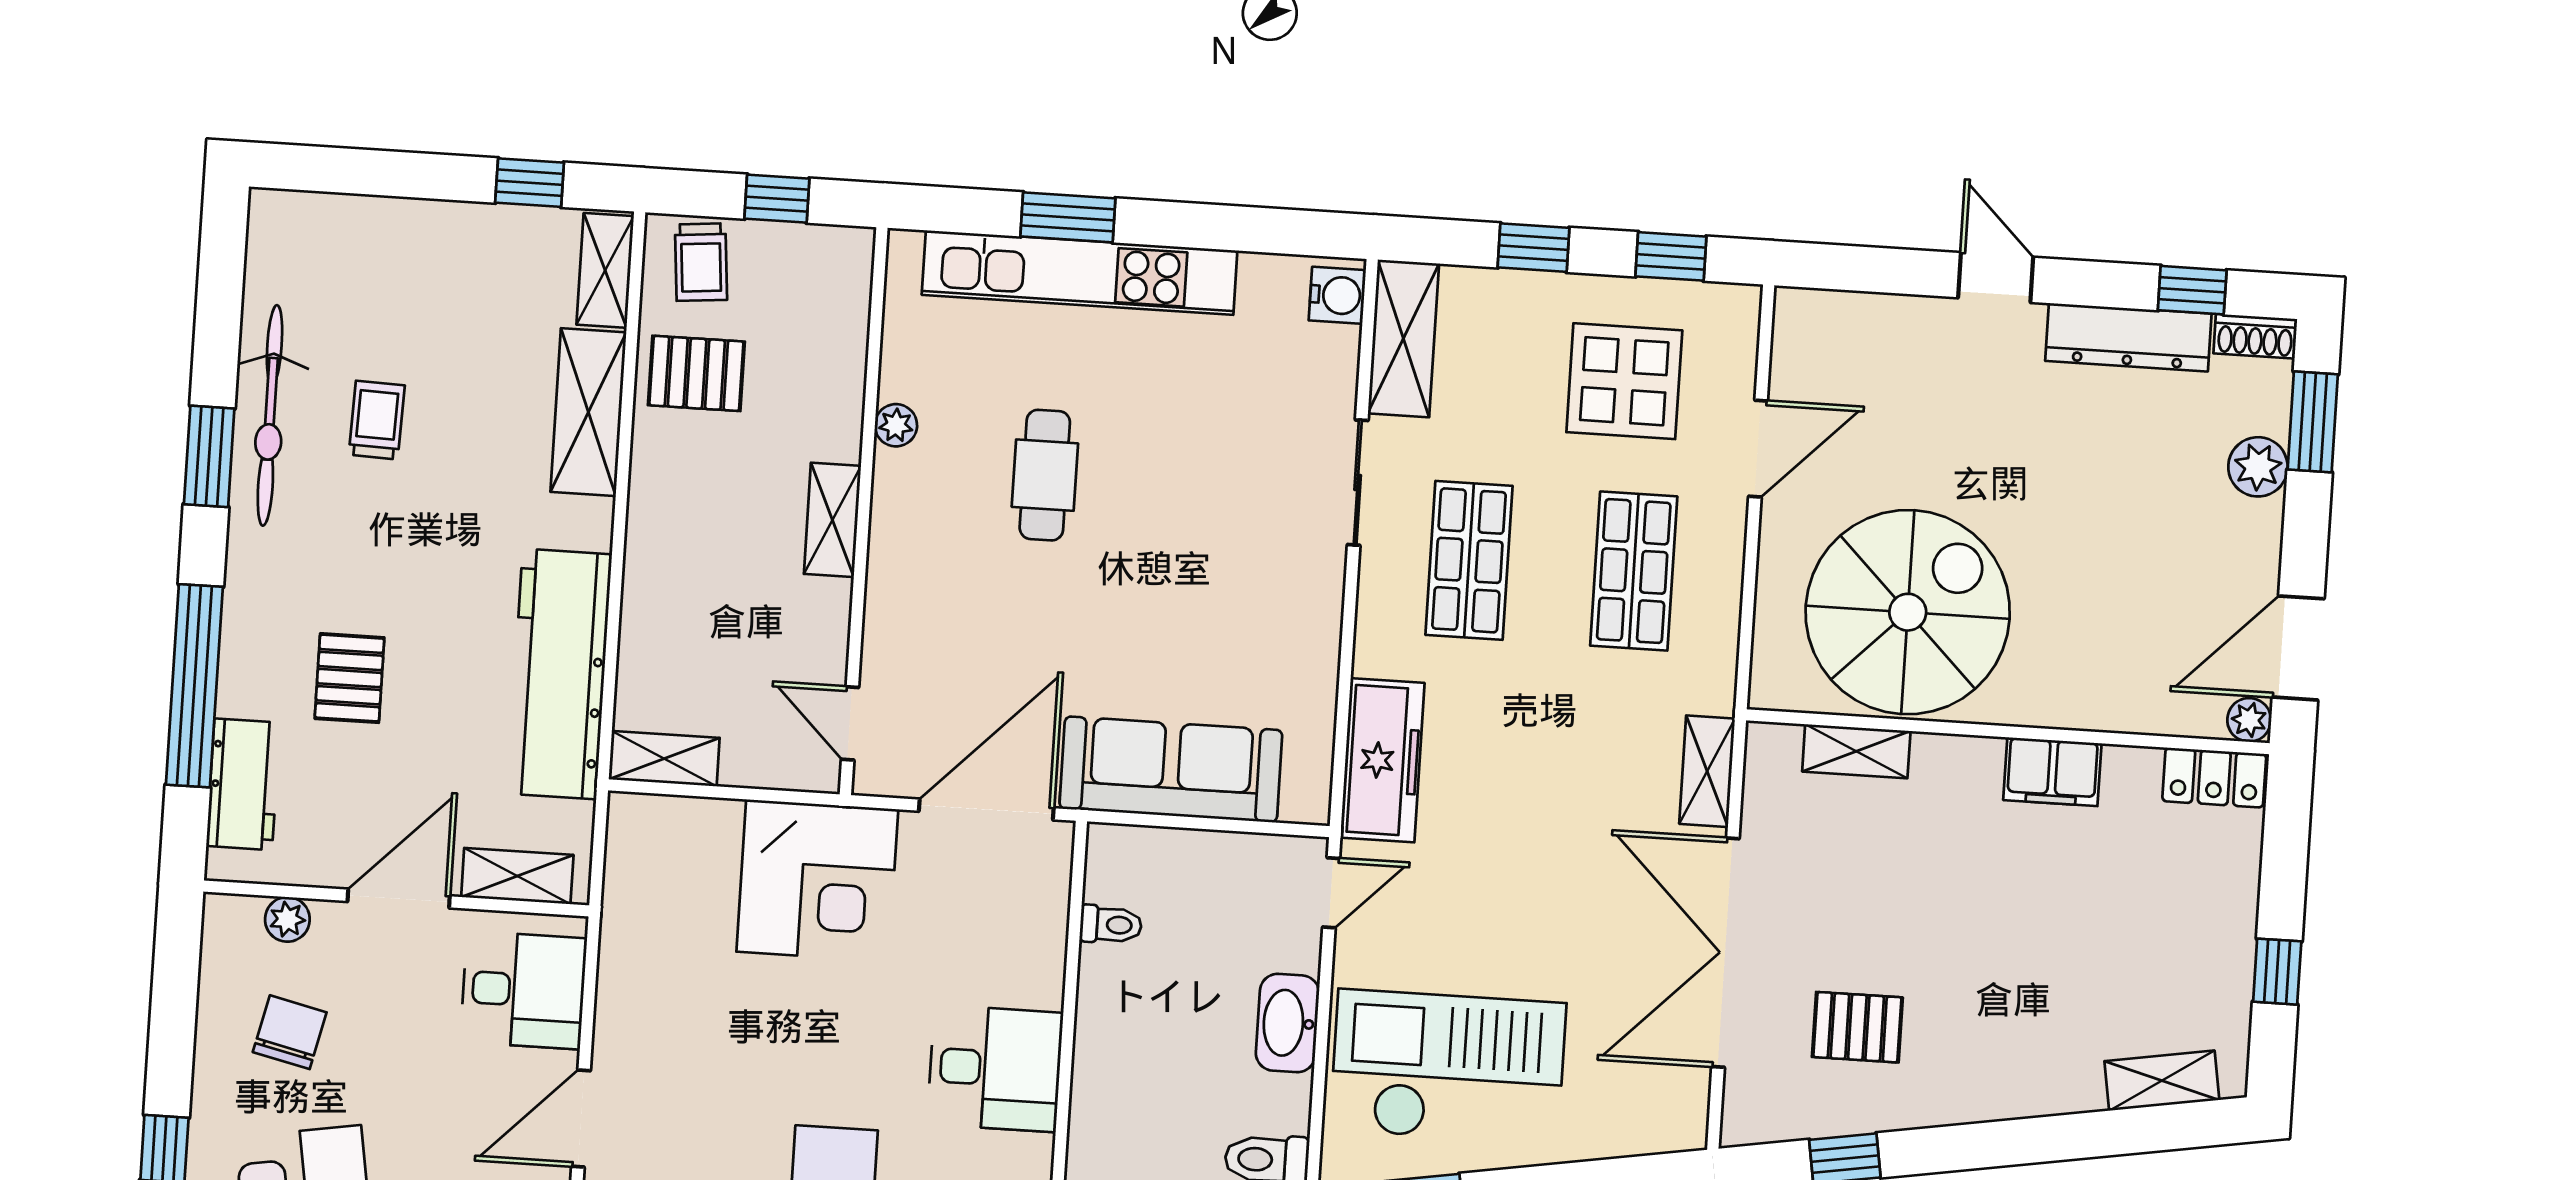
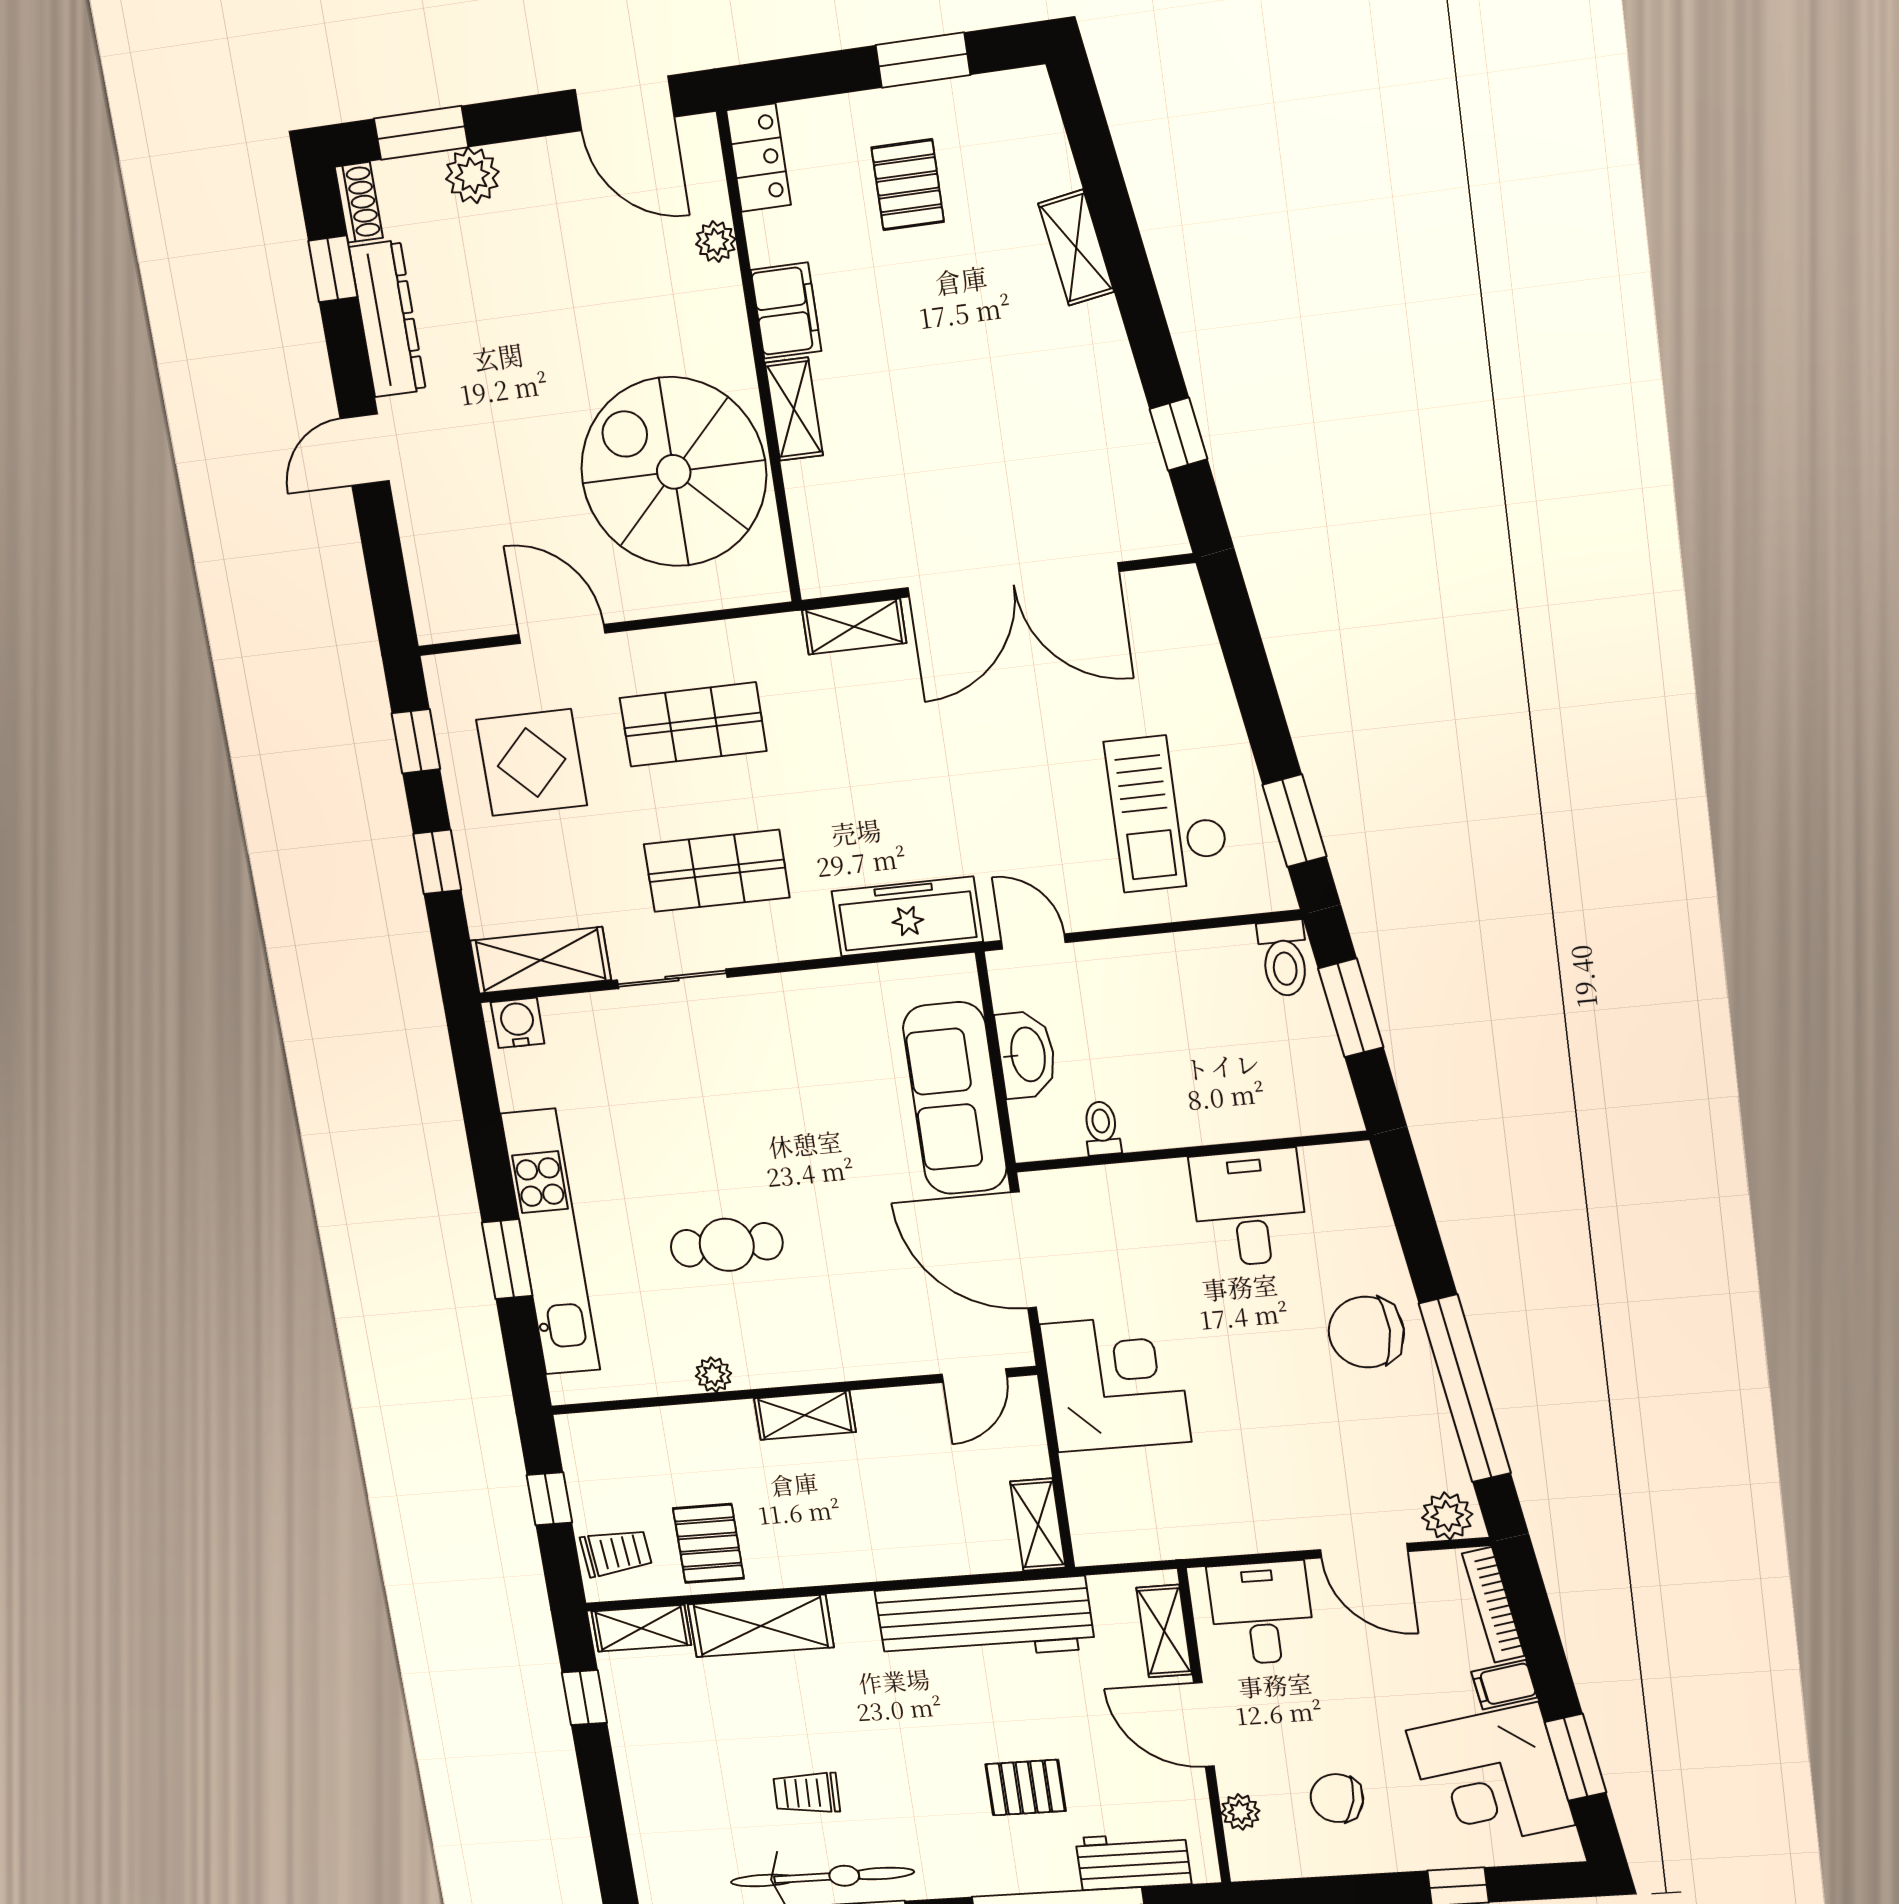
plant: (2249, 720) -> (716, 242), moved
shelving: (1856, 751) -> (794, 409), moved
window: (2277, 972) -> (923, 60), width x1.50
washbasin: (1288, 1023) -> (1026, 1055), moved, turned -90
pallet: (1857, 1027) -> (908, 185), moved
checkout: (1448, 1067) -> (1168, 812), width x0.73, depth x0.83
shelving: (2162, 1081) -> (1076, 248), moved

